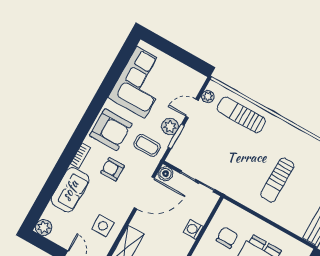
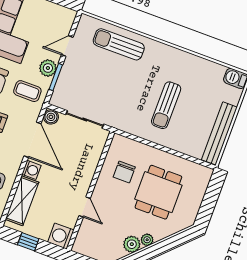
plant: (208, 97) -> (82, 31), removed
door: (144, 193) -> (32, 140), hinge flipped
washing machine: (193, 229) -> (32, 170), moved, turned 180
chair: (227, 237) -> (124, 172), turned 180

